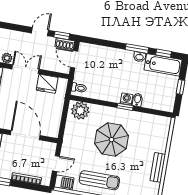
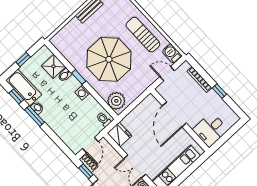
fridge: (47, 84) -> (119, 134), moved
washing machine: (127, 99) -> (82, 93), moved
shower: (152, 100) -> (53, 66), added
parasol: (112, 140) -> (109, 59), width x1.36, depth x1.36

